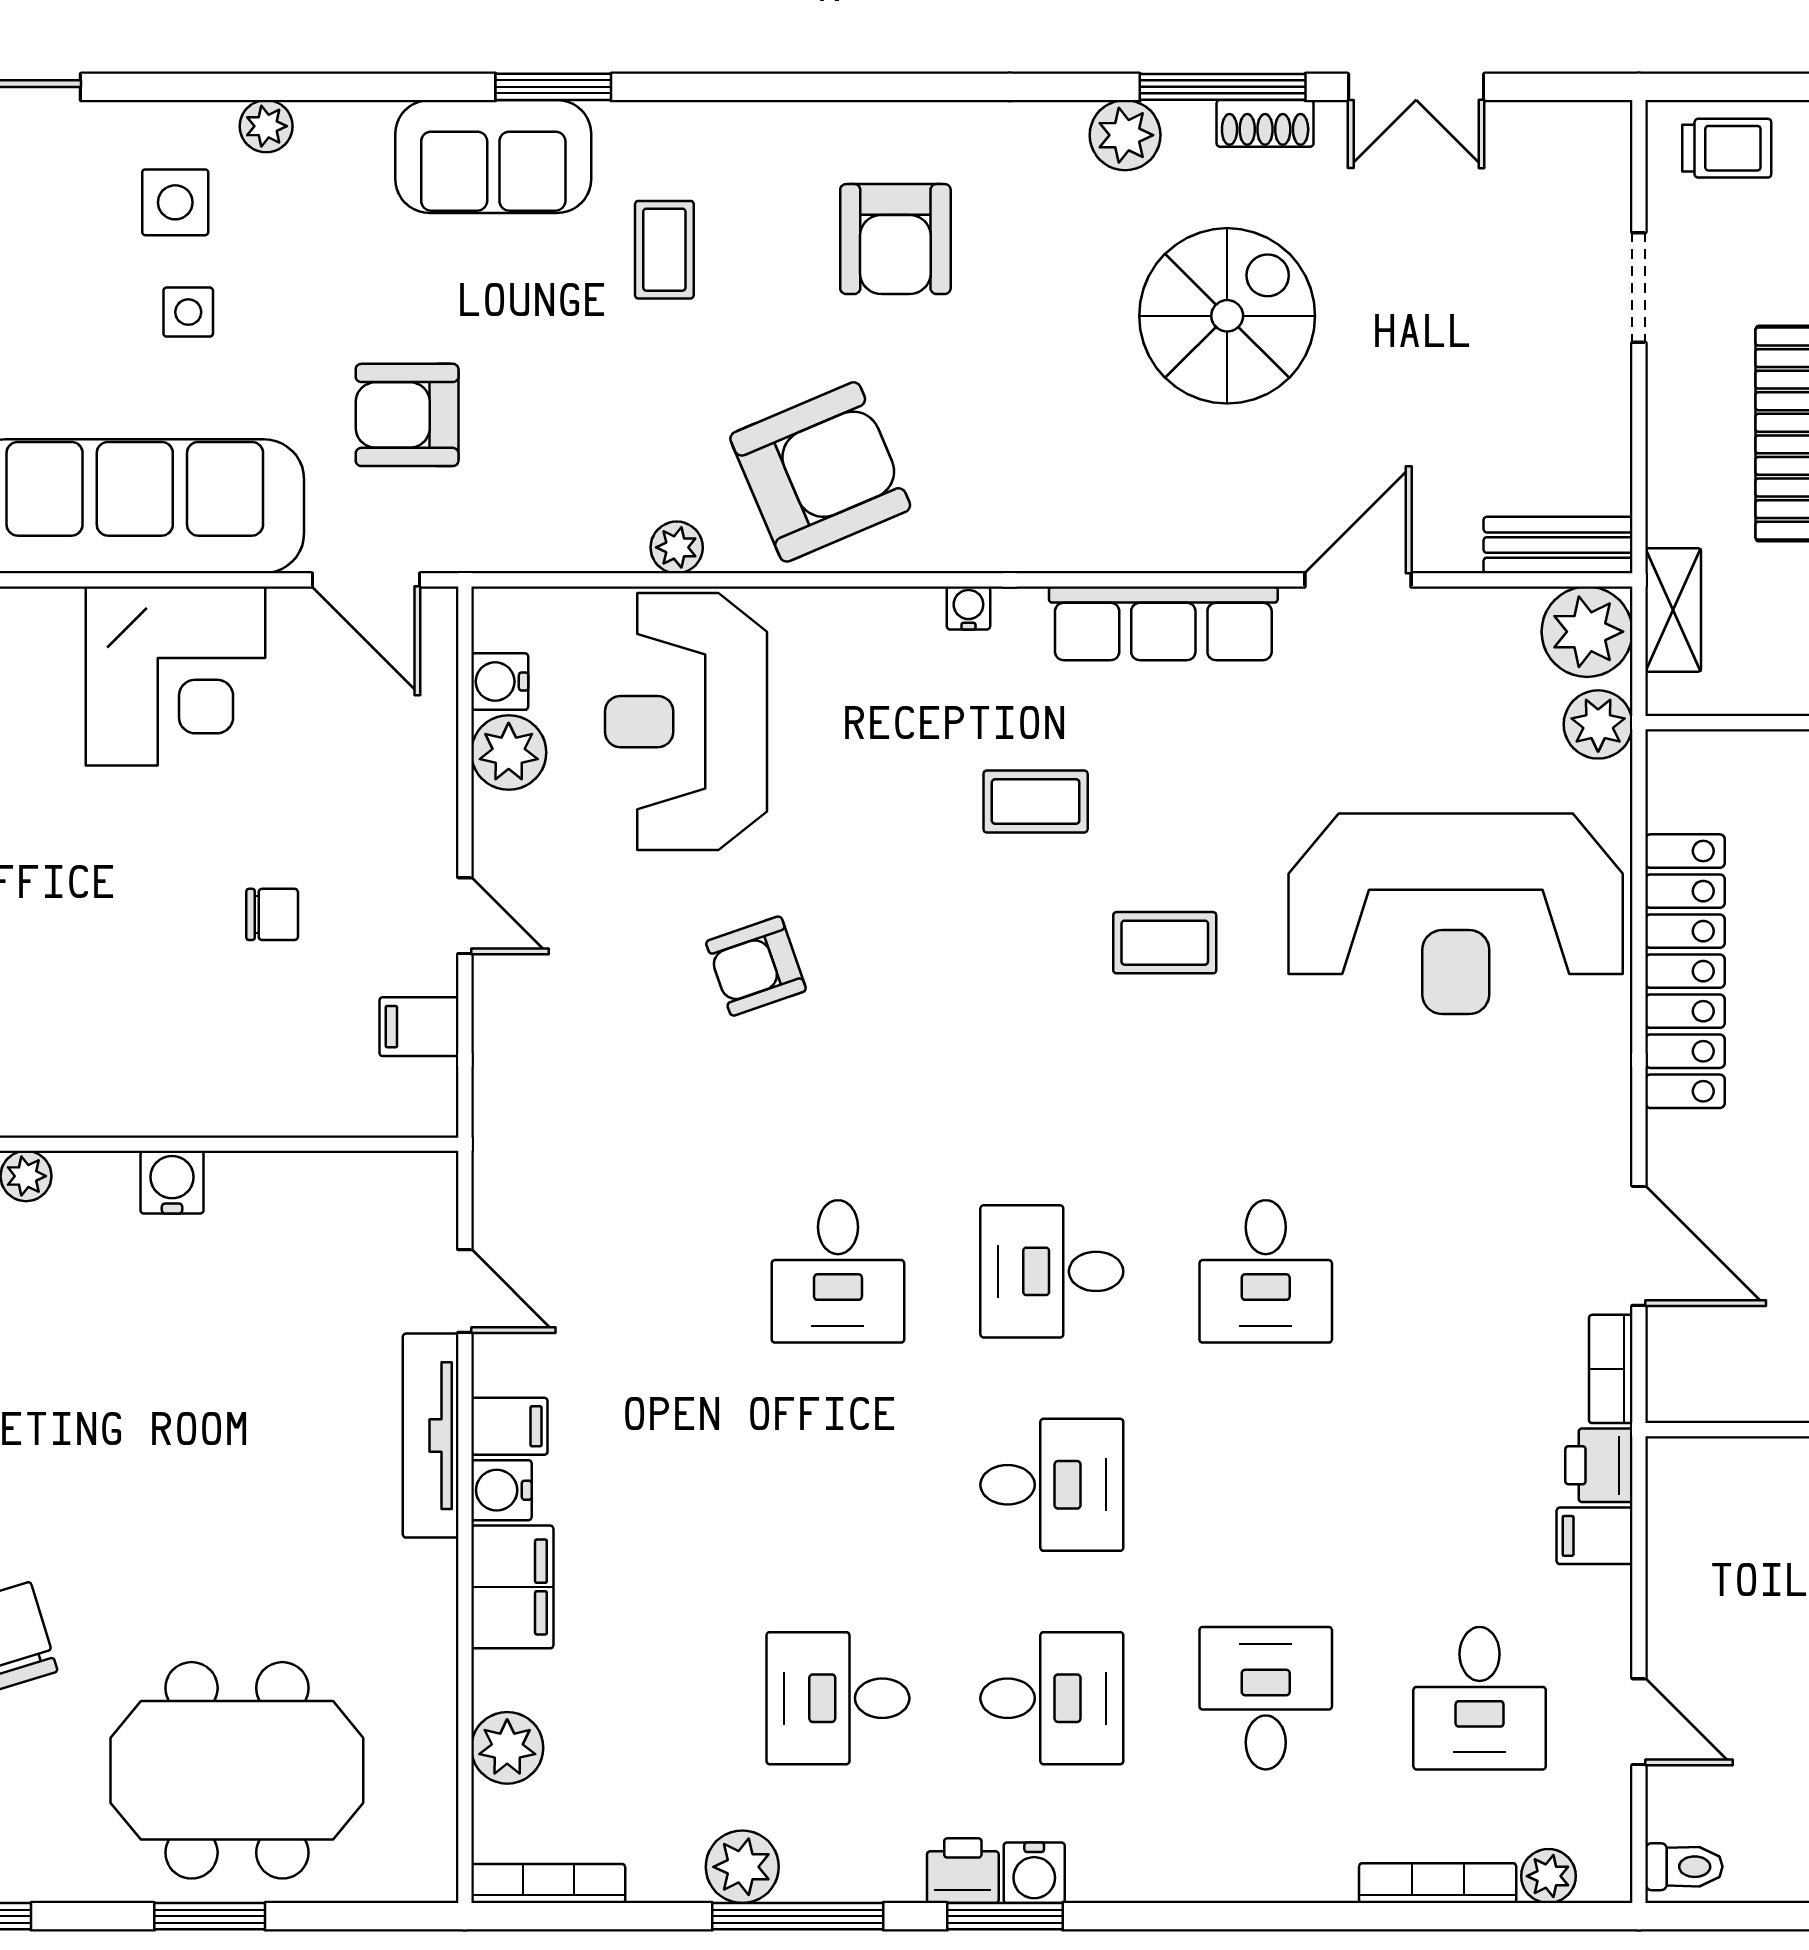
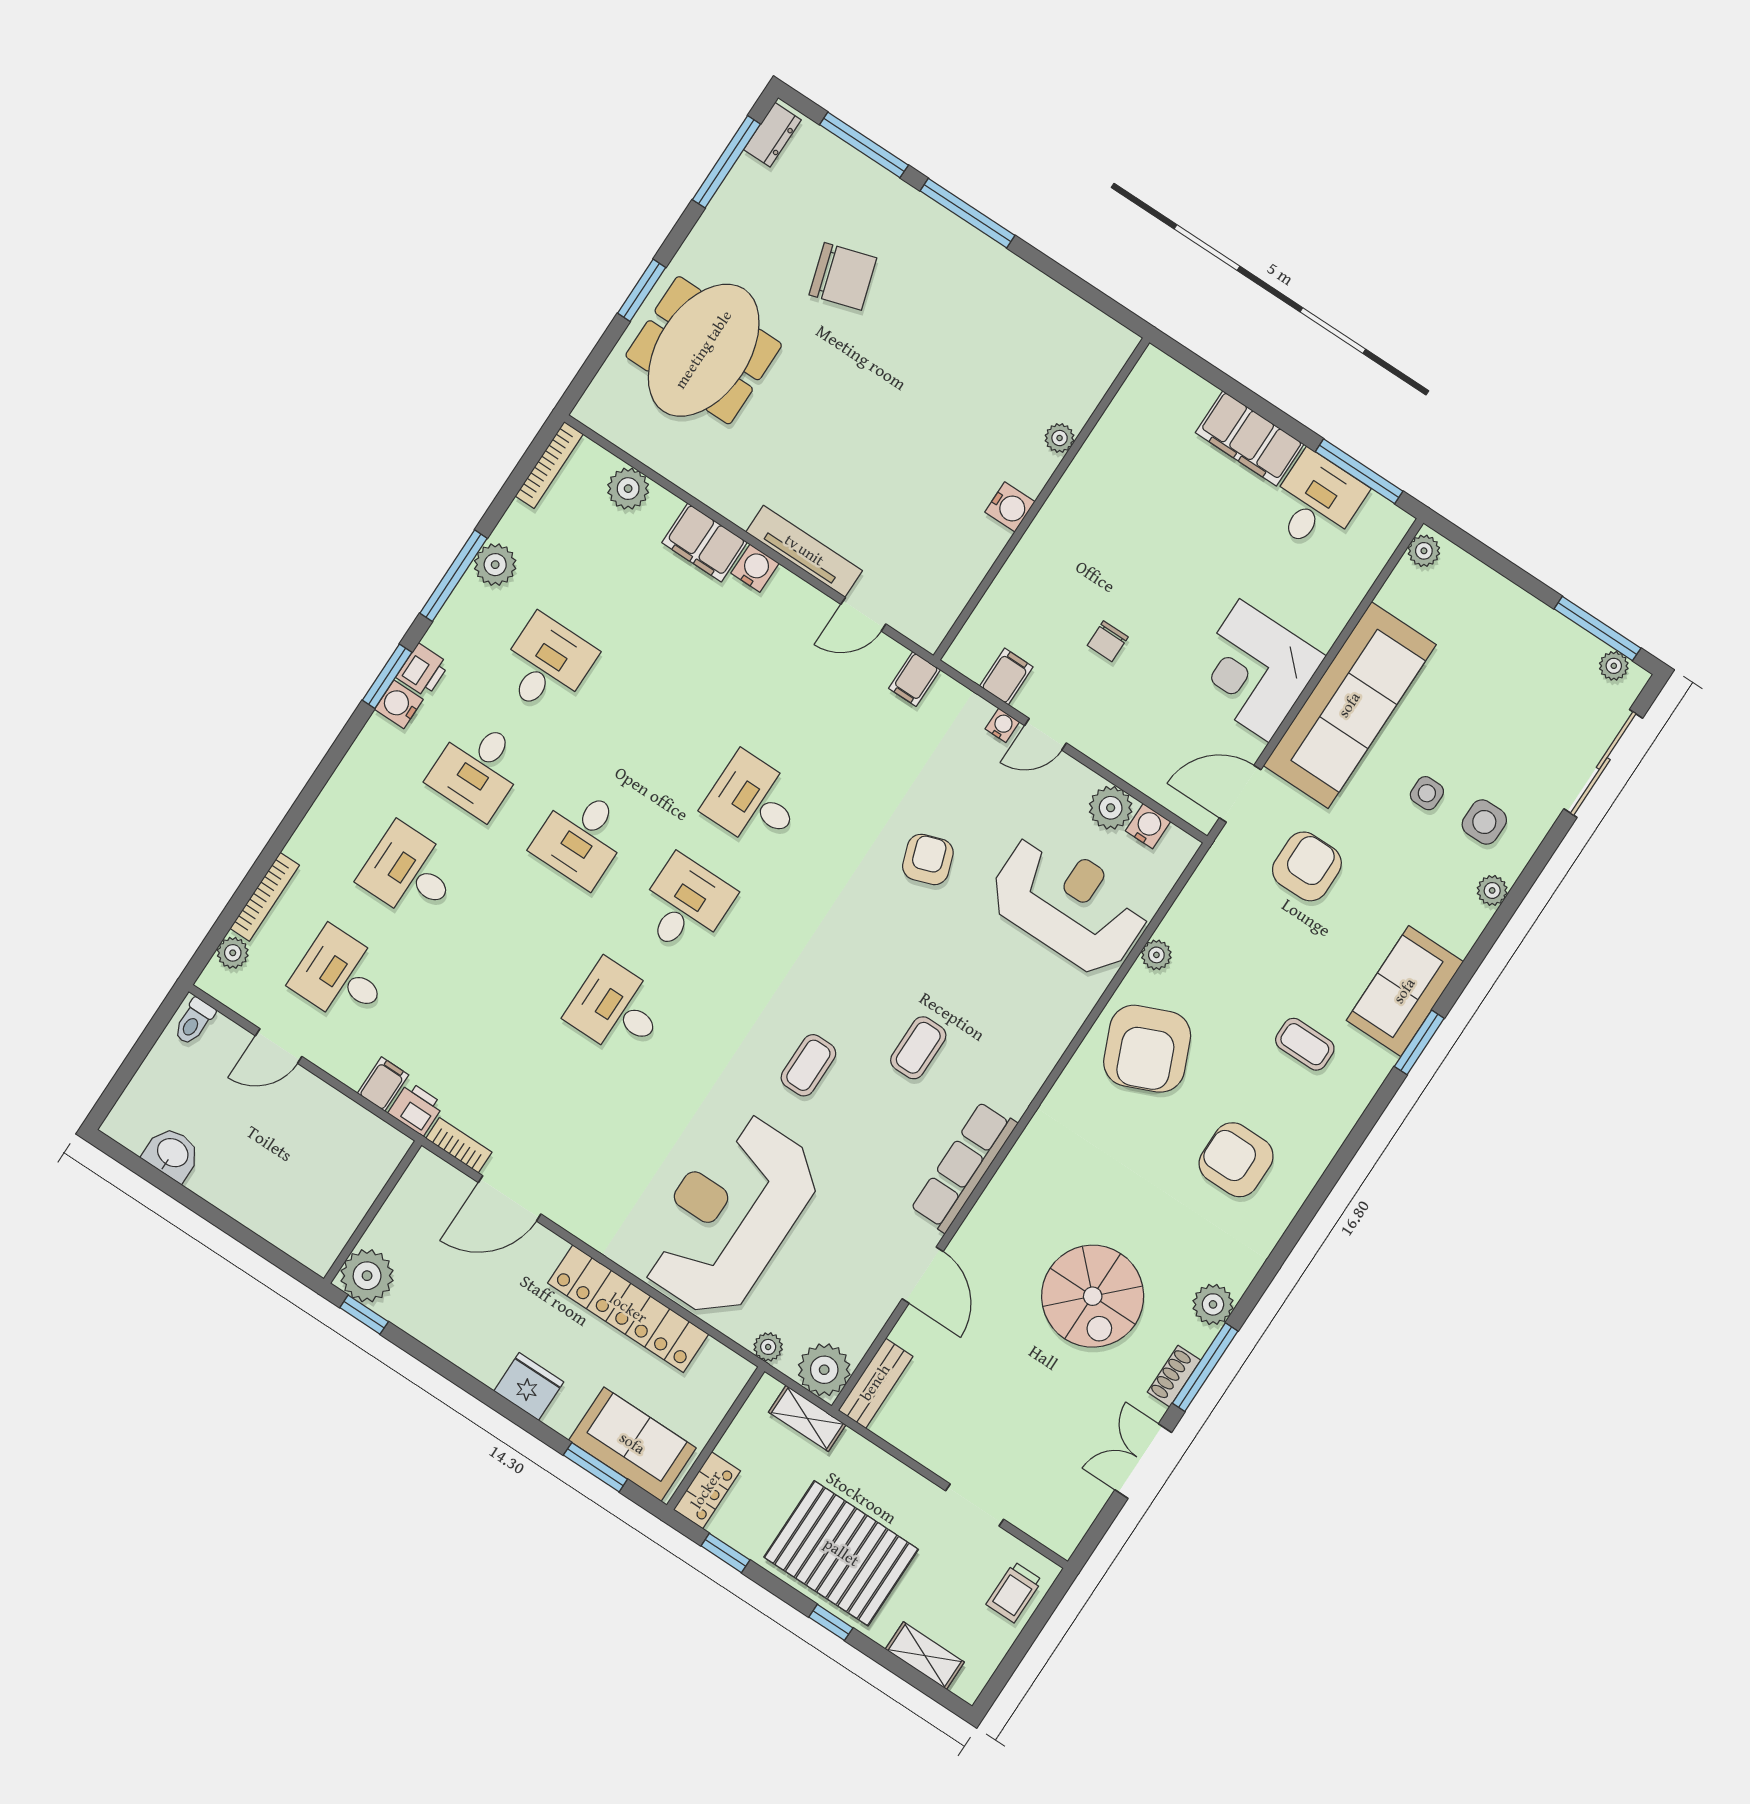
water cooler: (968, 608) -> (1002, 725), moved, turned -90
plant: (1598, 724) -> (768, 1347), width x0.73, depth x0.73
filing cabinet: (509, 1426) -> (914, 679), moved
desk: (1266, 1698) -> (409, 873), turned 180

